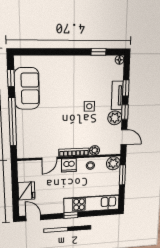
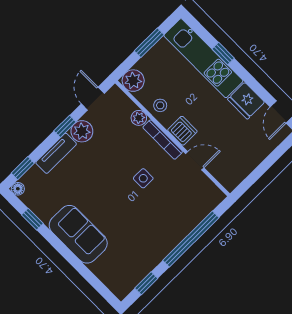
window: (126, 88) -> (23, 168), moved
sofa: (27, 89) -> (78, 234), moved, turned 90
side table: (89, 106) -> (143, 178), moved
window: (122, 175) -> (149, 43), moved
fridge: (26, 191) -> (246, 101), moved, turned -90
window: (71, 215) -> (223, 53), moved

